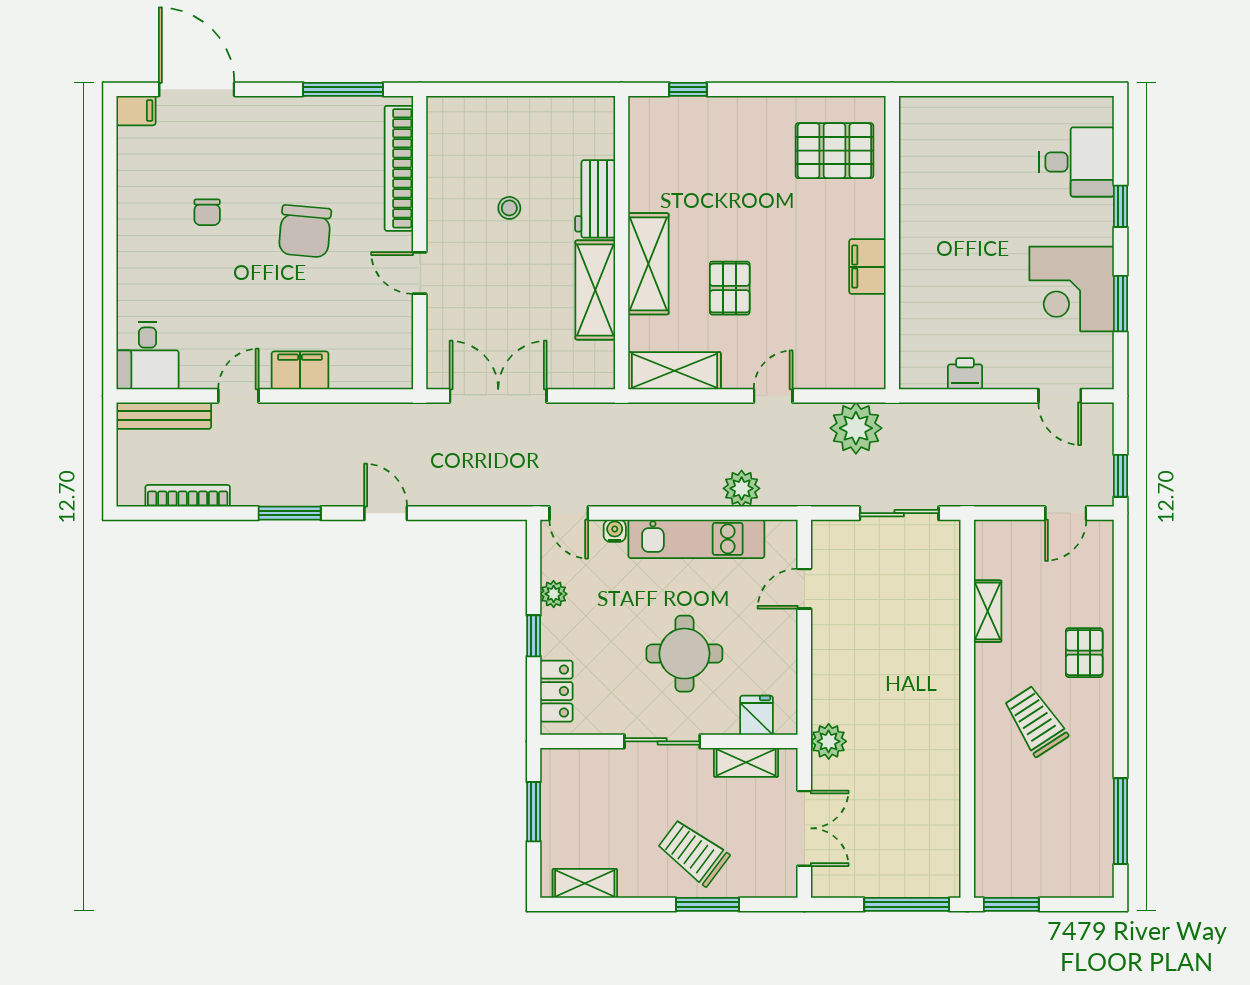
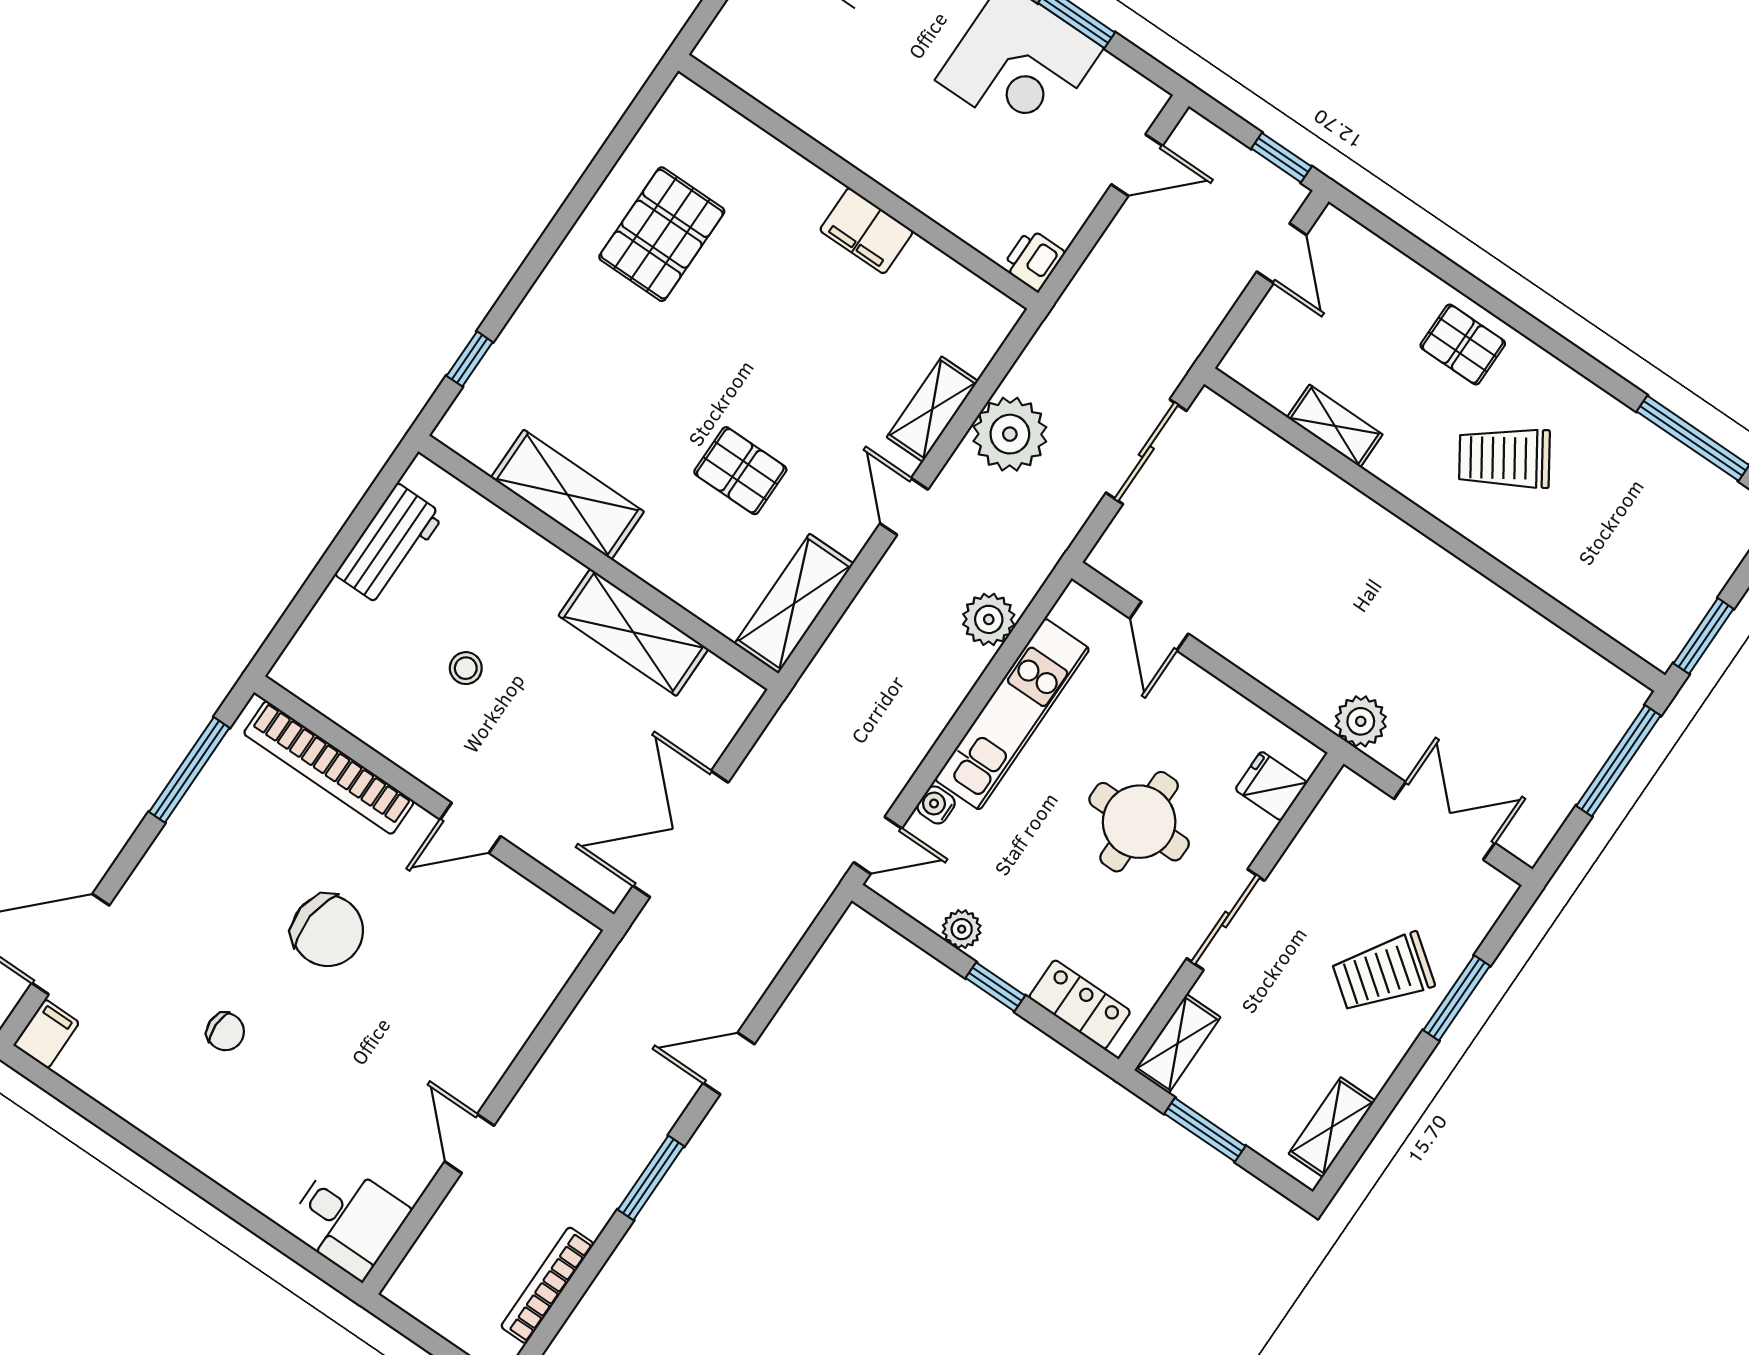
workbench: (595, 199) -> (389, 545), moved, turned -90
wall: (892, 243) -> (858, 182), moved
shelving: (648, 264) -> (567, 495), moved
filing cabinet: (867, 267) -> (866, 231), moved
filing cabinet: (300, 370) -> (489, 1050), removed
shelving: (840, 374) -> (932, 409), added
bench: (164, 416) -> (432, 1249), removed
shelving: (746, 762) -> (1177, 1044), moved

